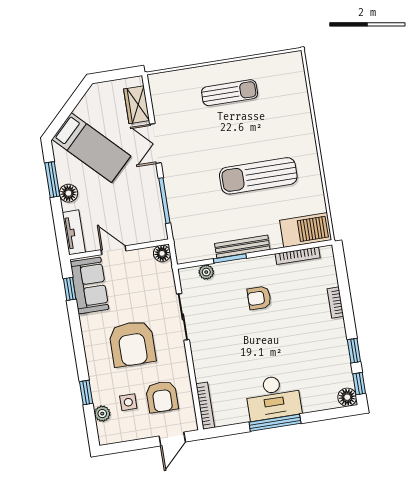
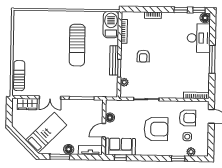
sun lounger: (230, 93) -> (19, 76), moved
floor lamp: (162, 253) -> (110, 118), moved
desk: (273, 397) -> (199, 38), moved

